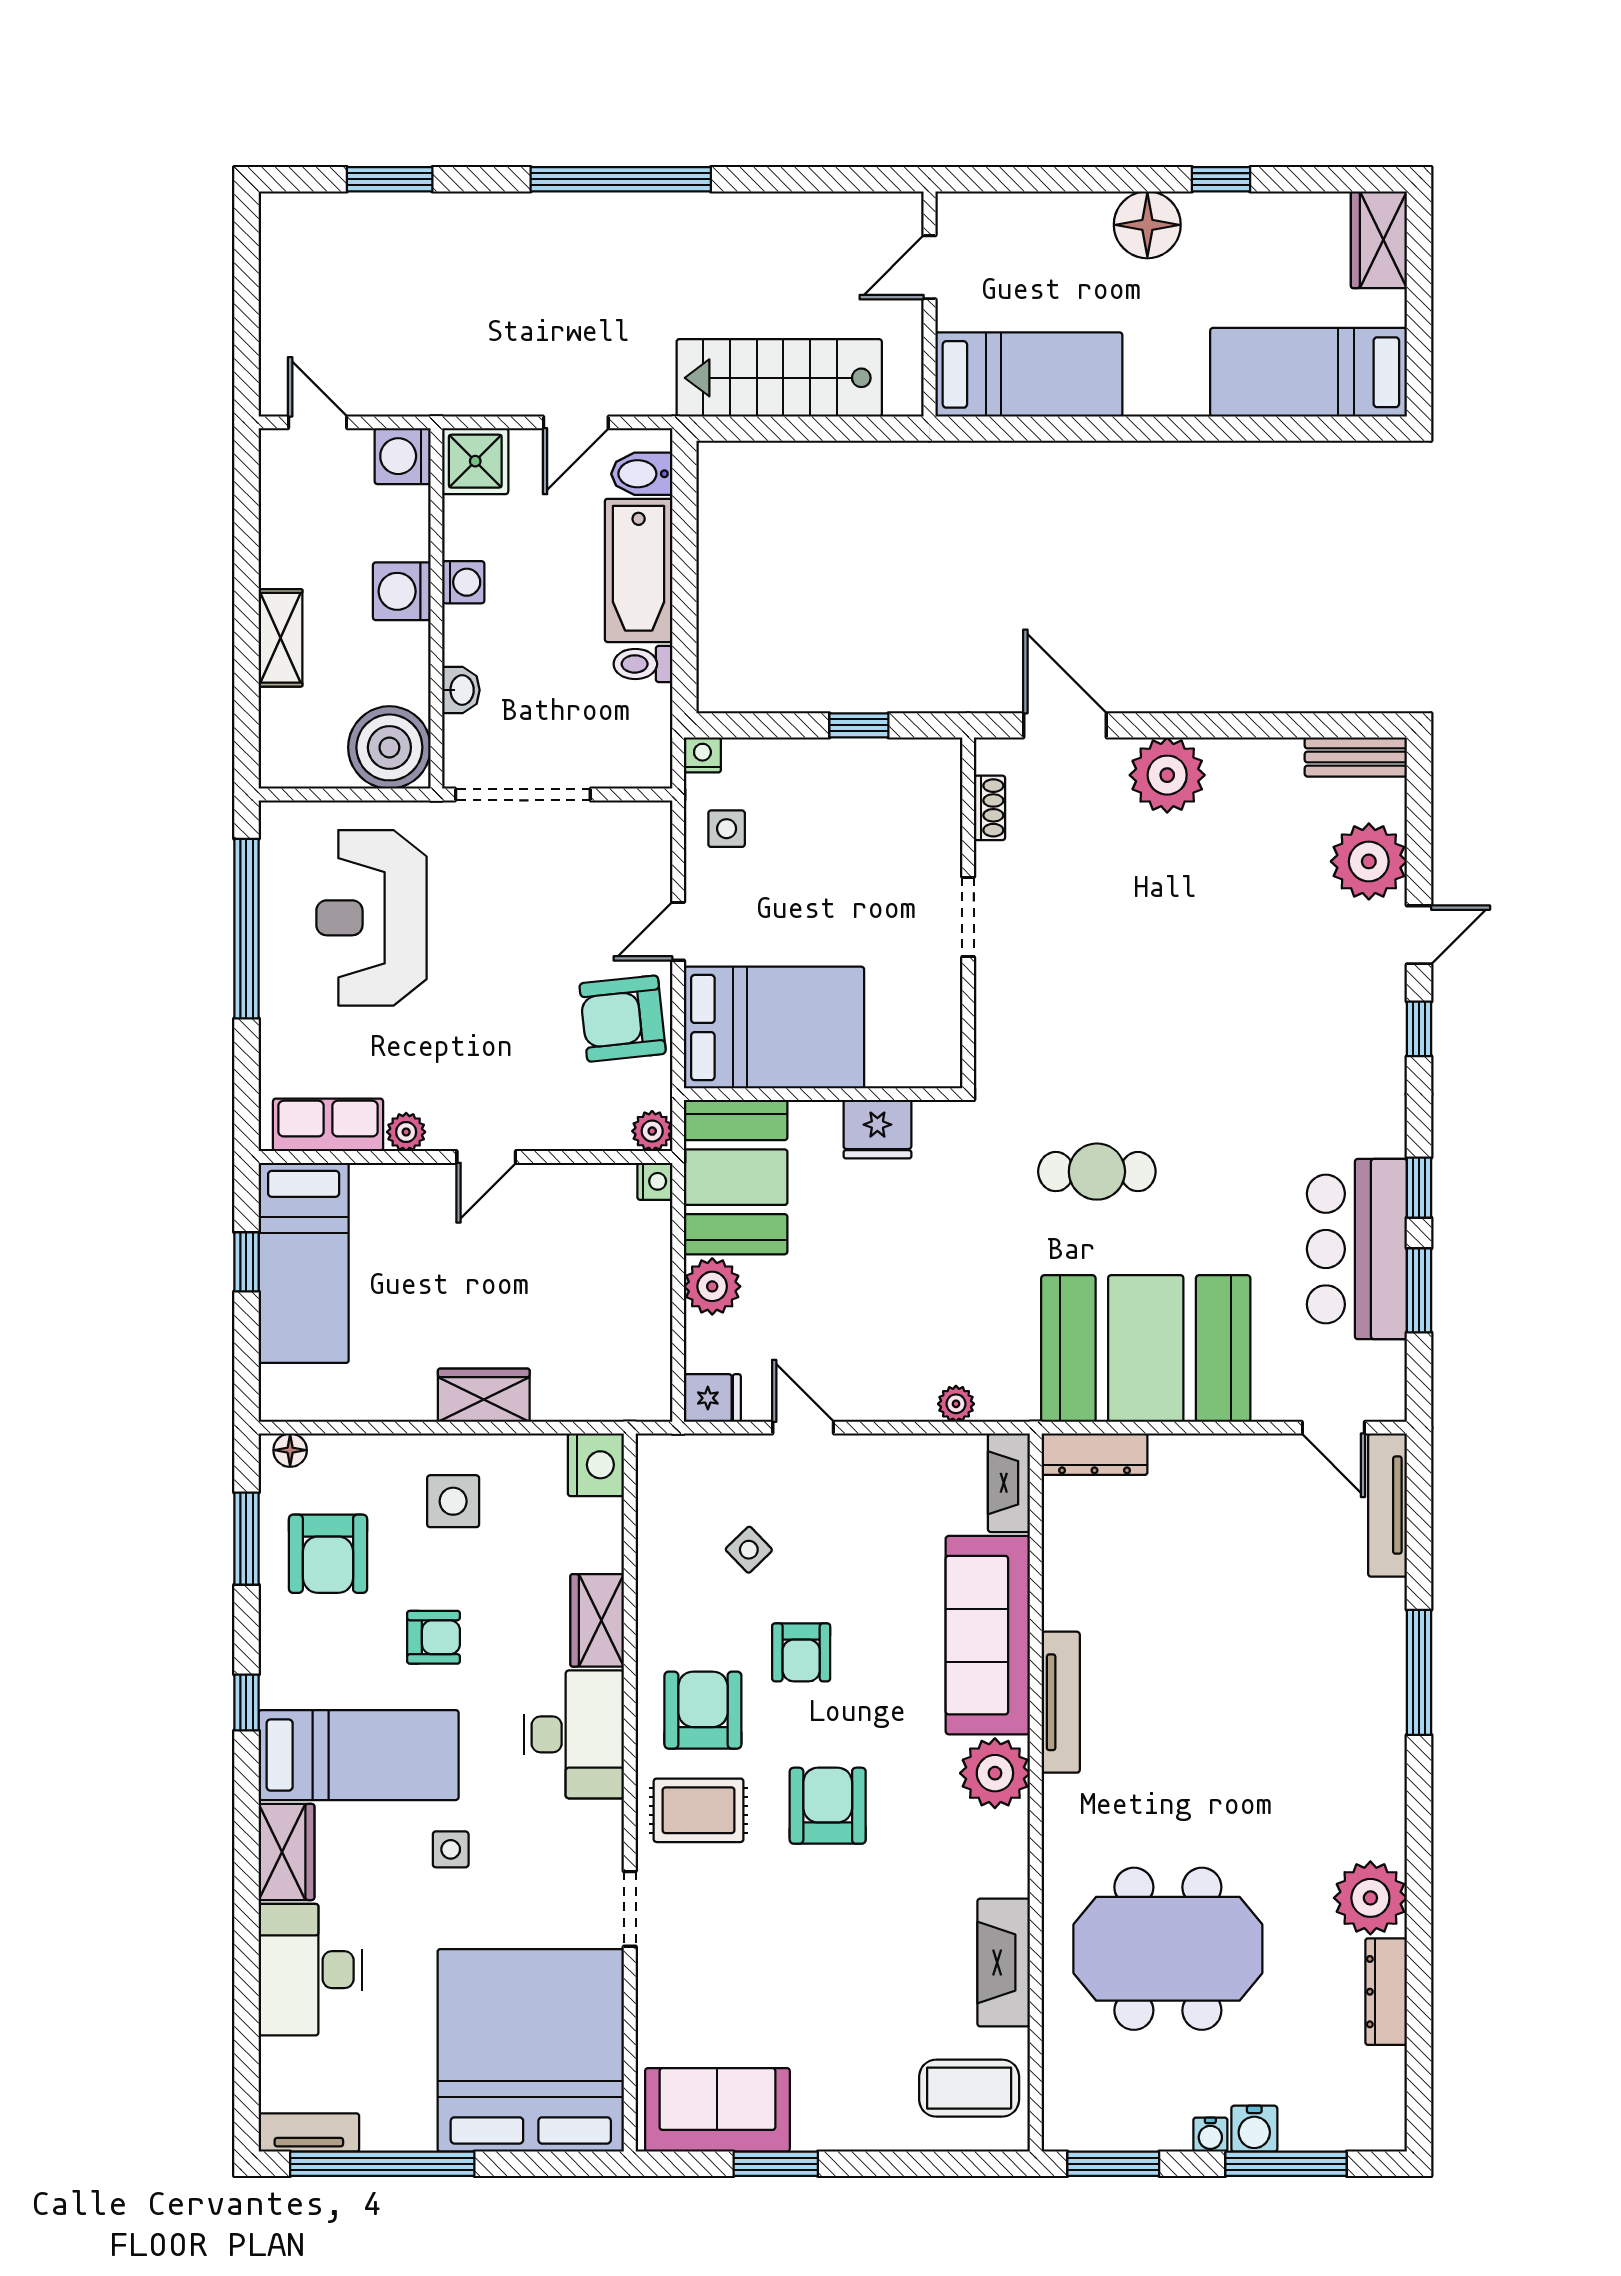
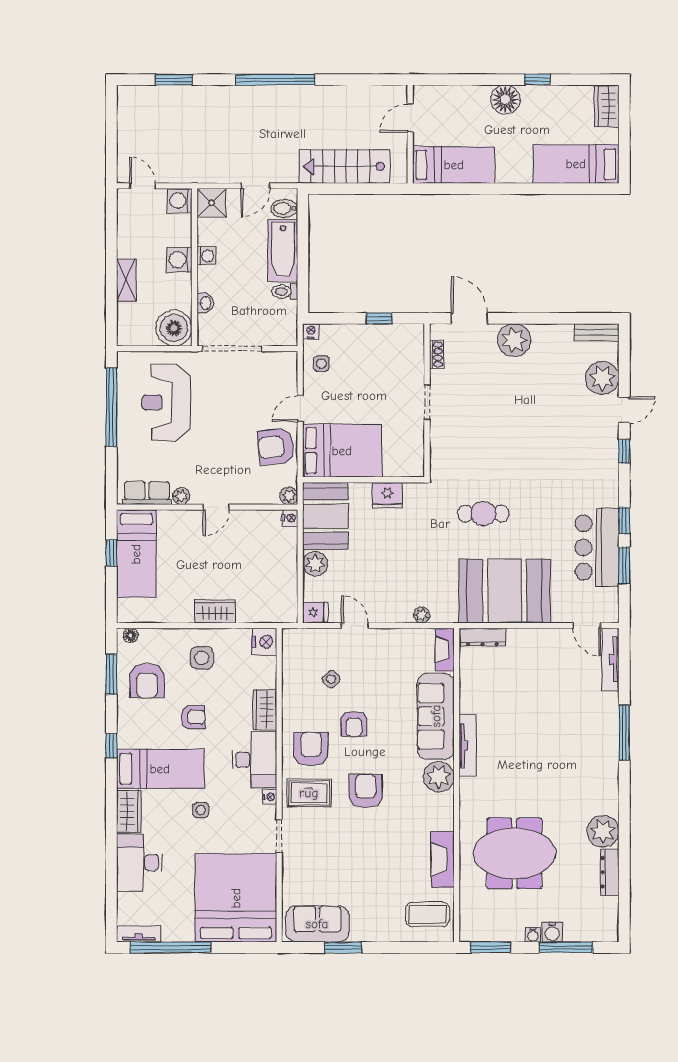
nightstand: (608, 1819) -> (269, 797), added

